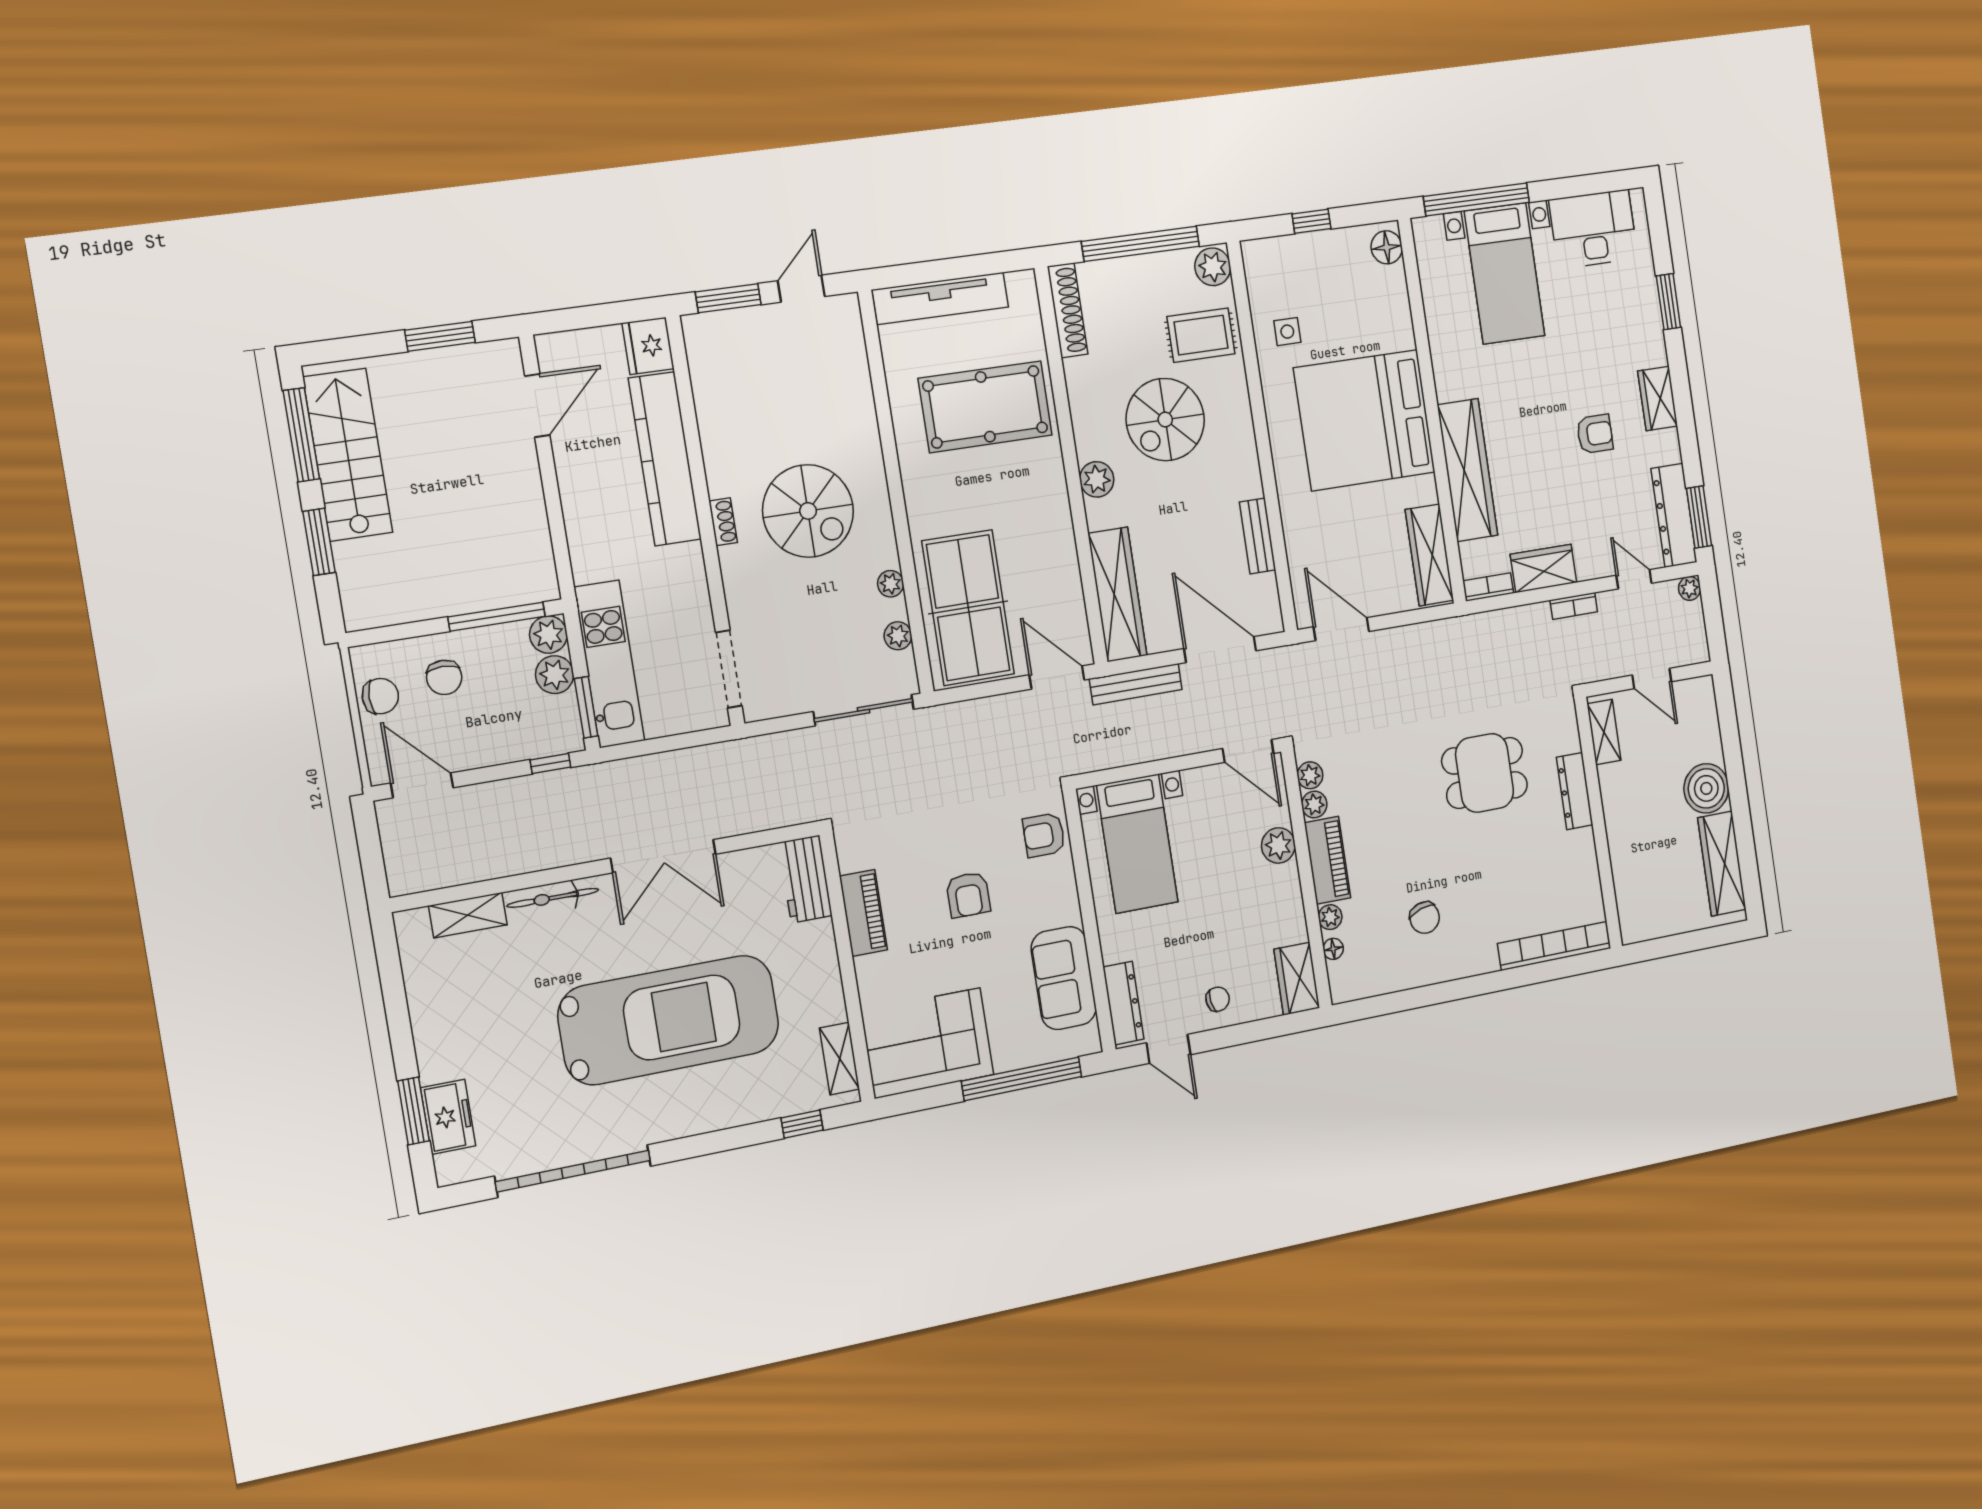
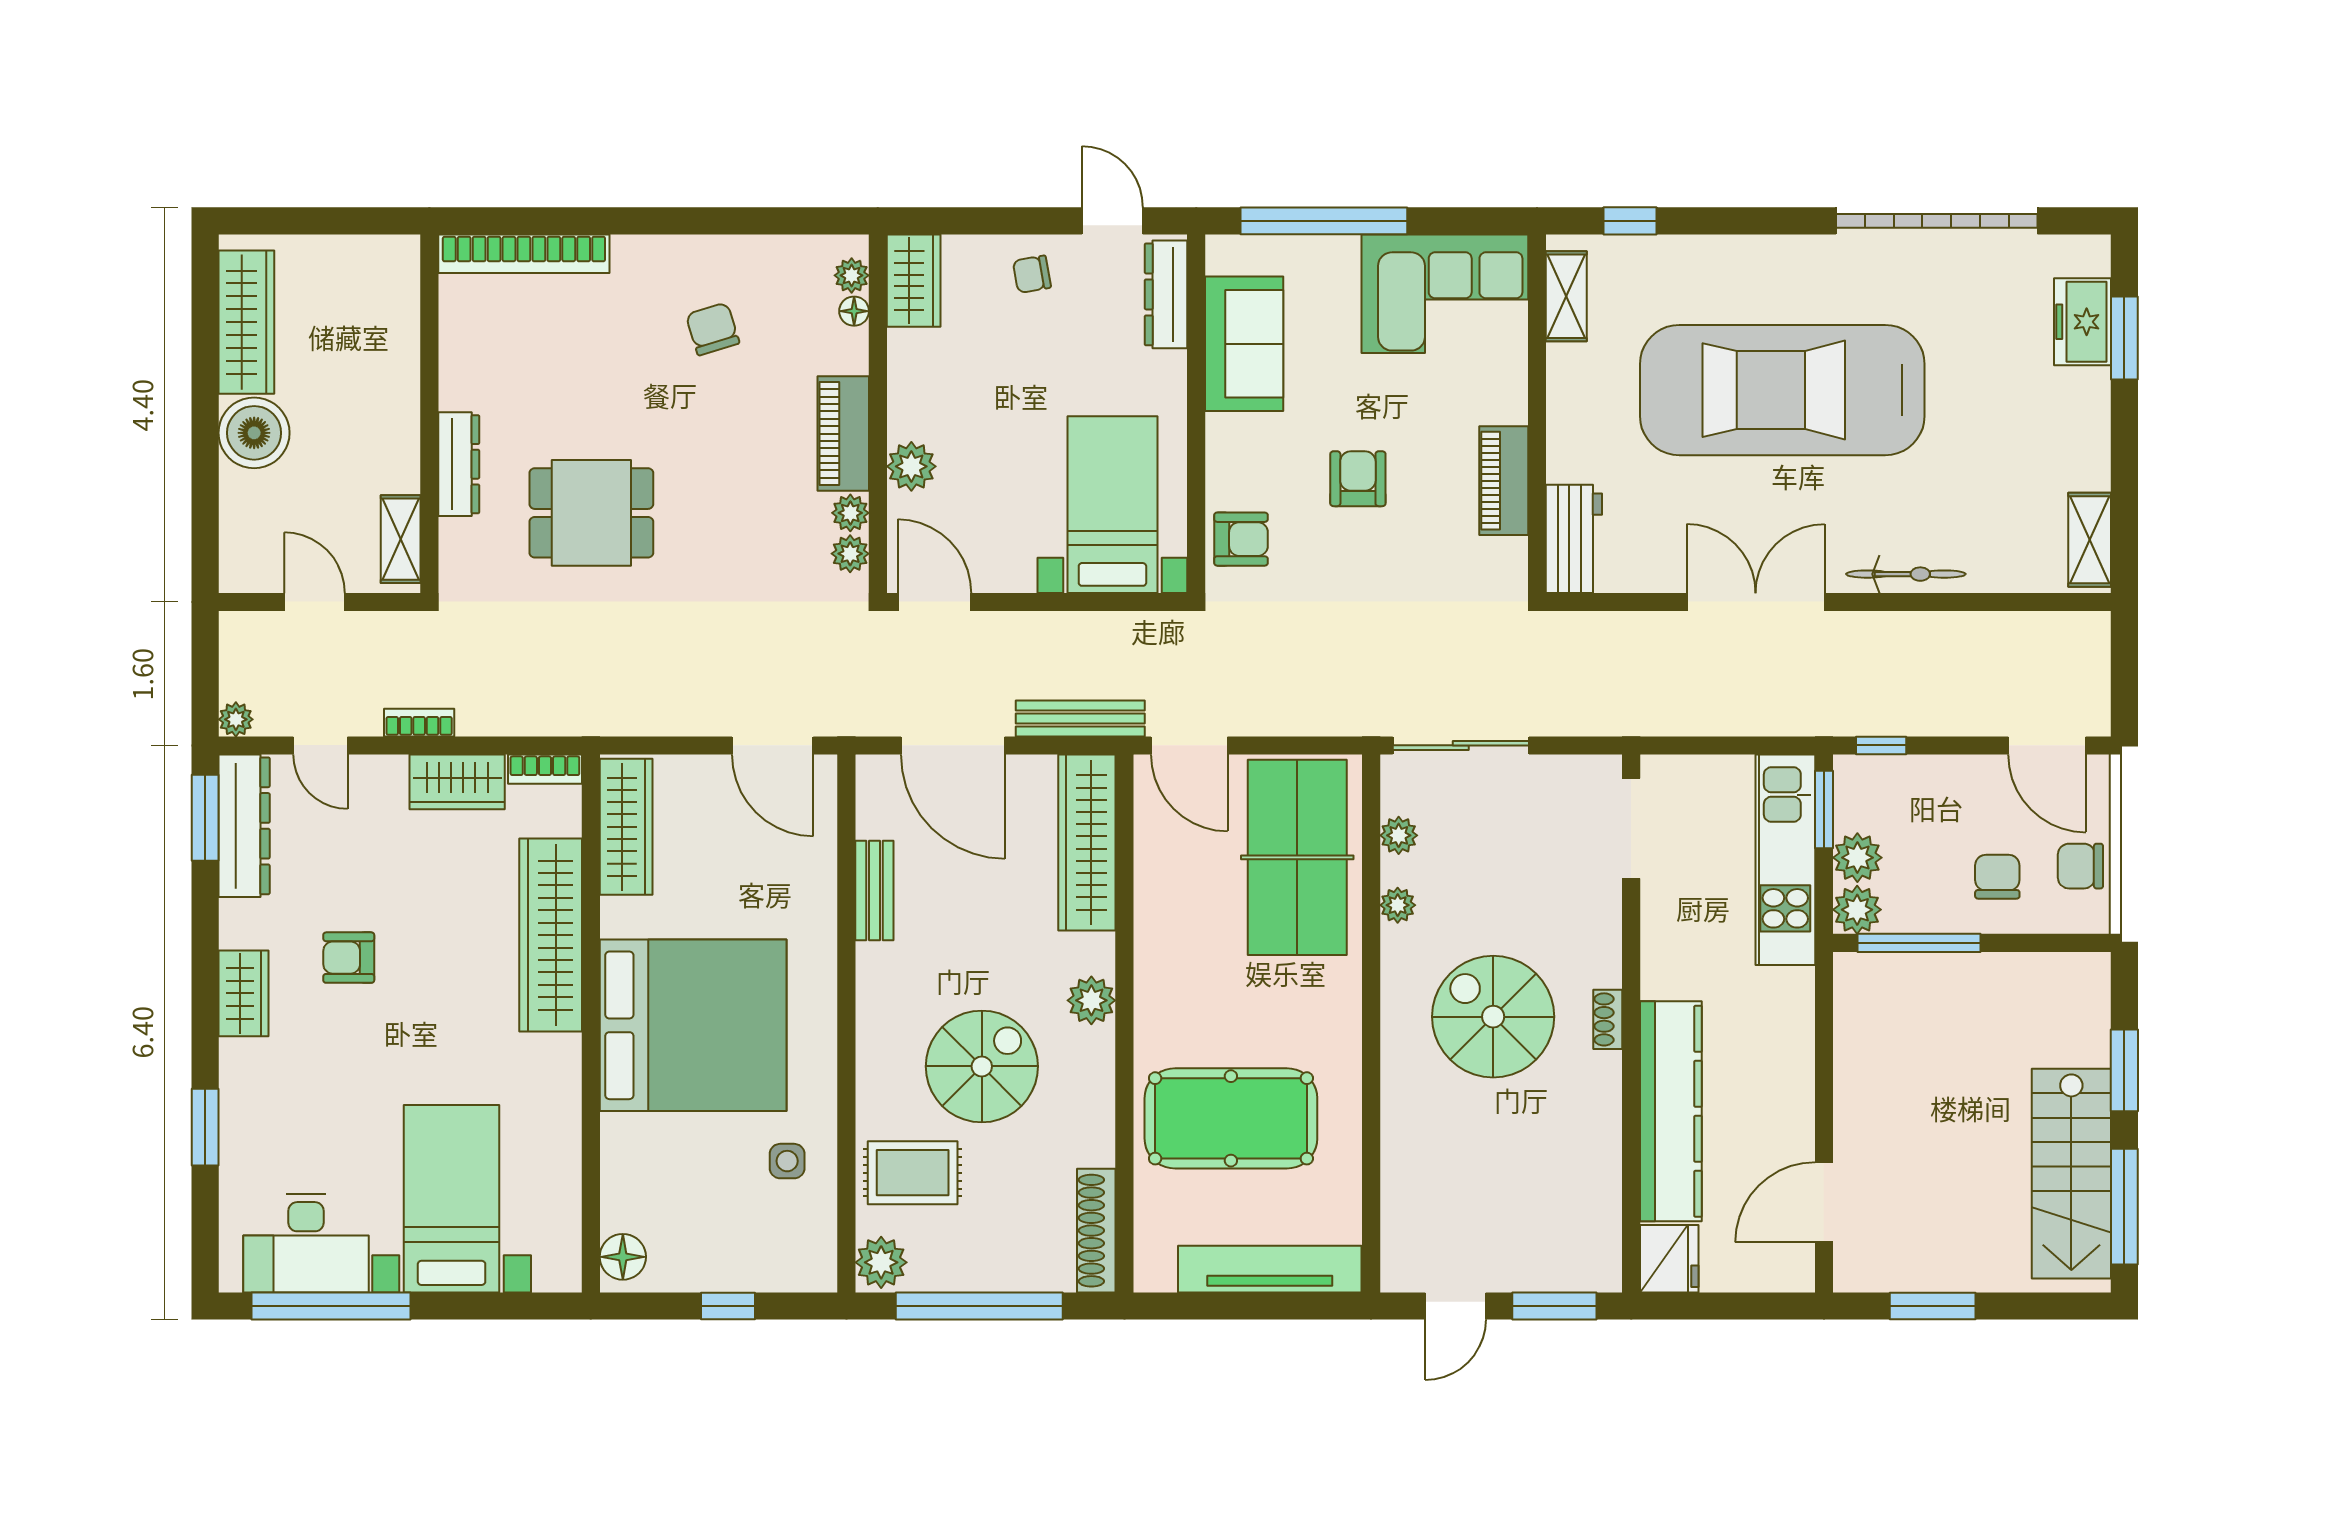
window: (1476, 199) -> (331, 1306), moved
shelving: (468, 915) -> (2090, 540), moved, turned 90
plant: (1330, 917) -> (852, 275), moved

